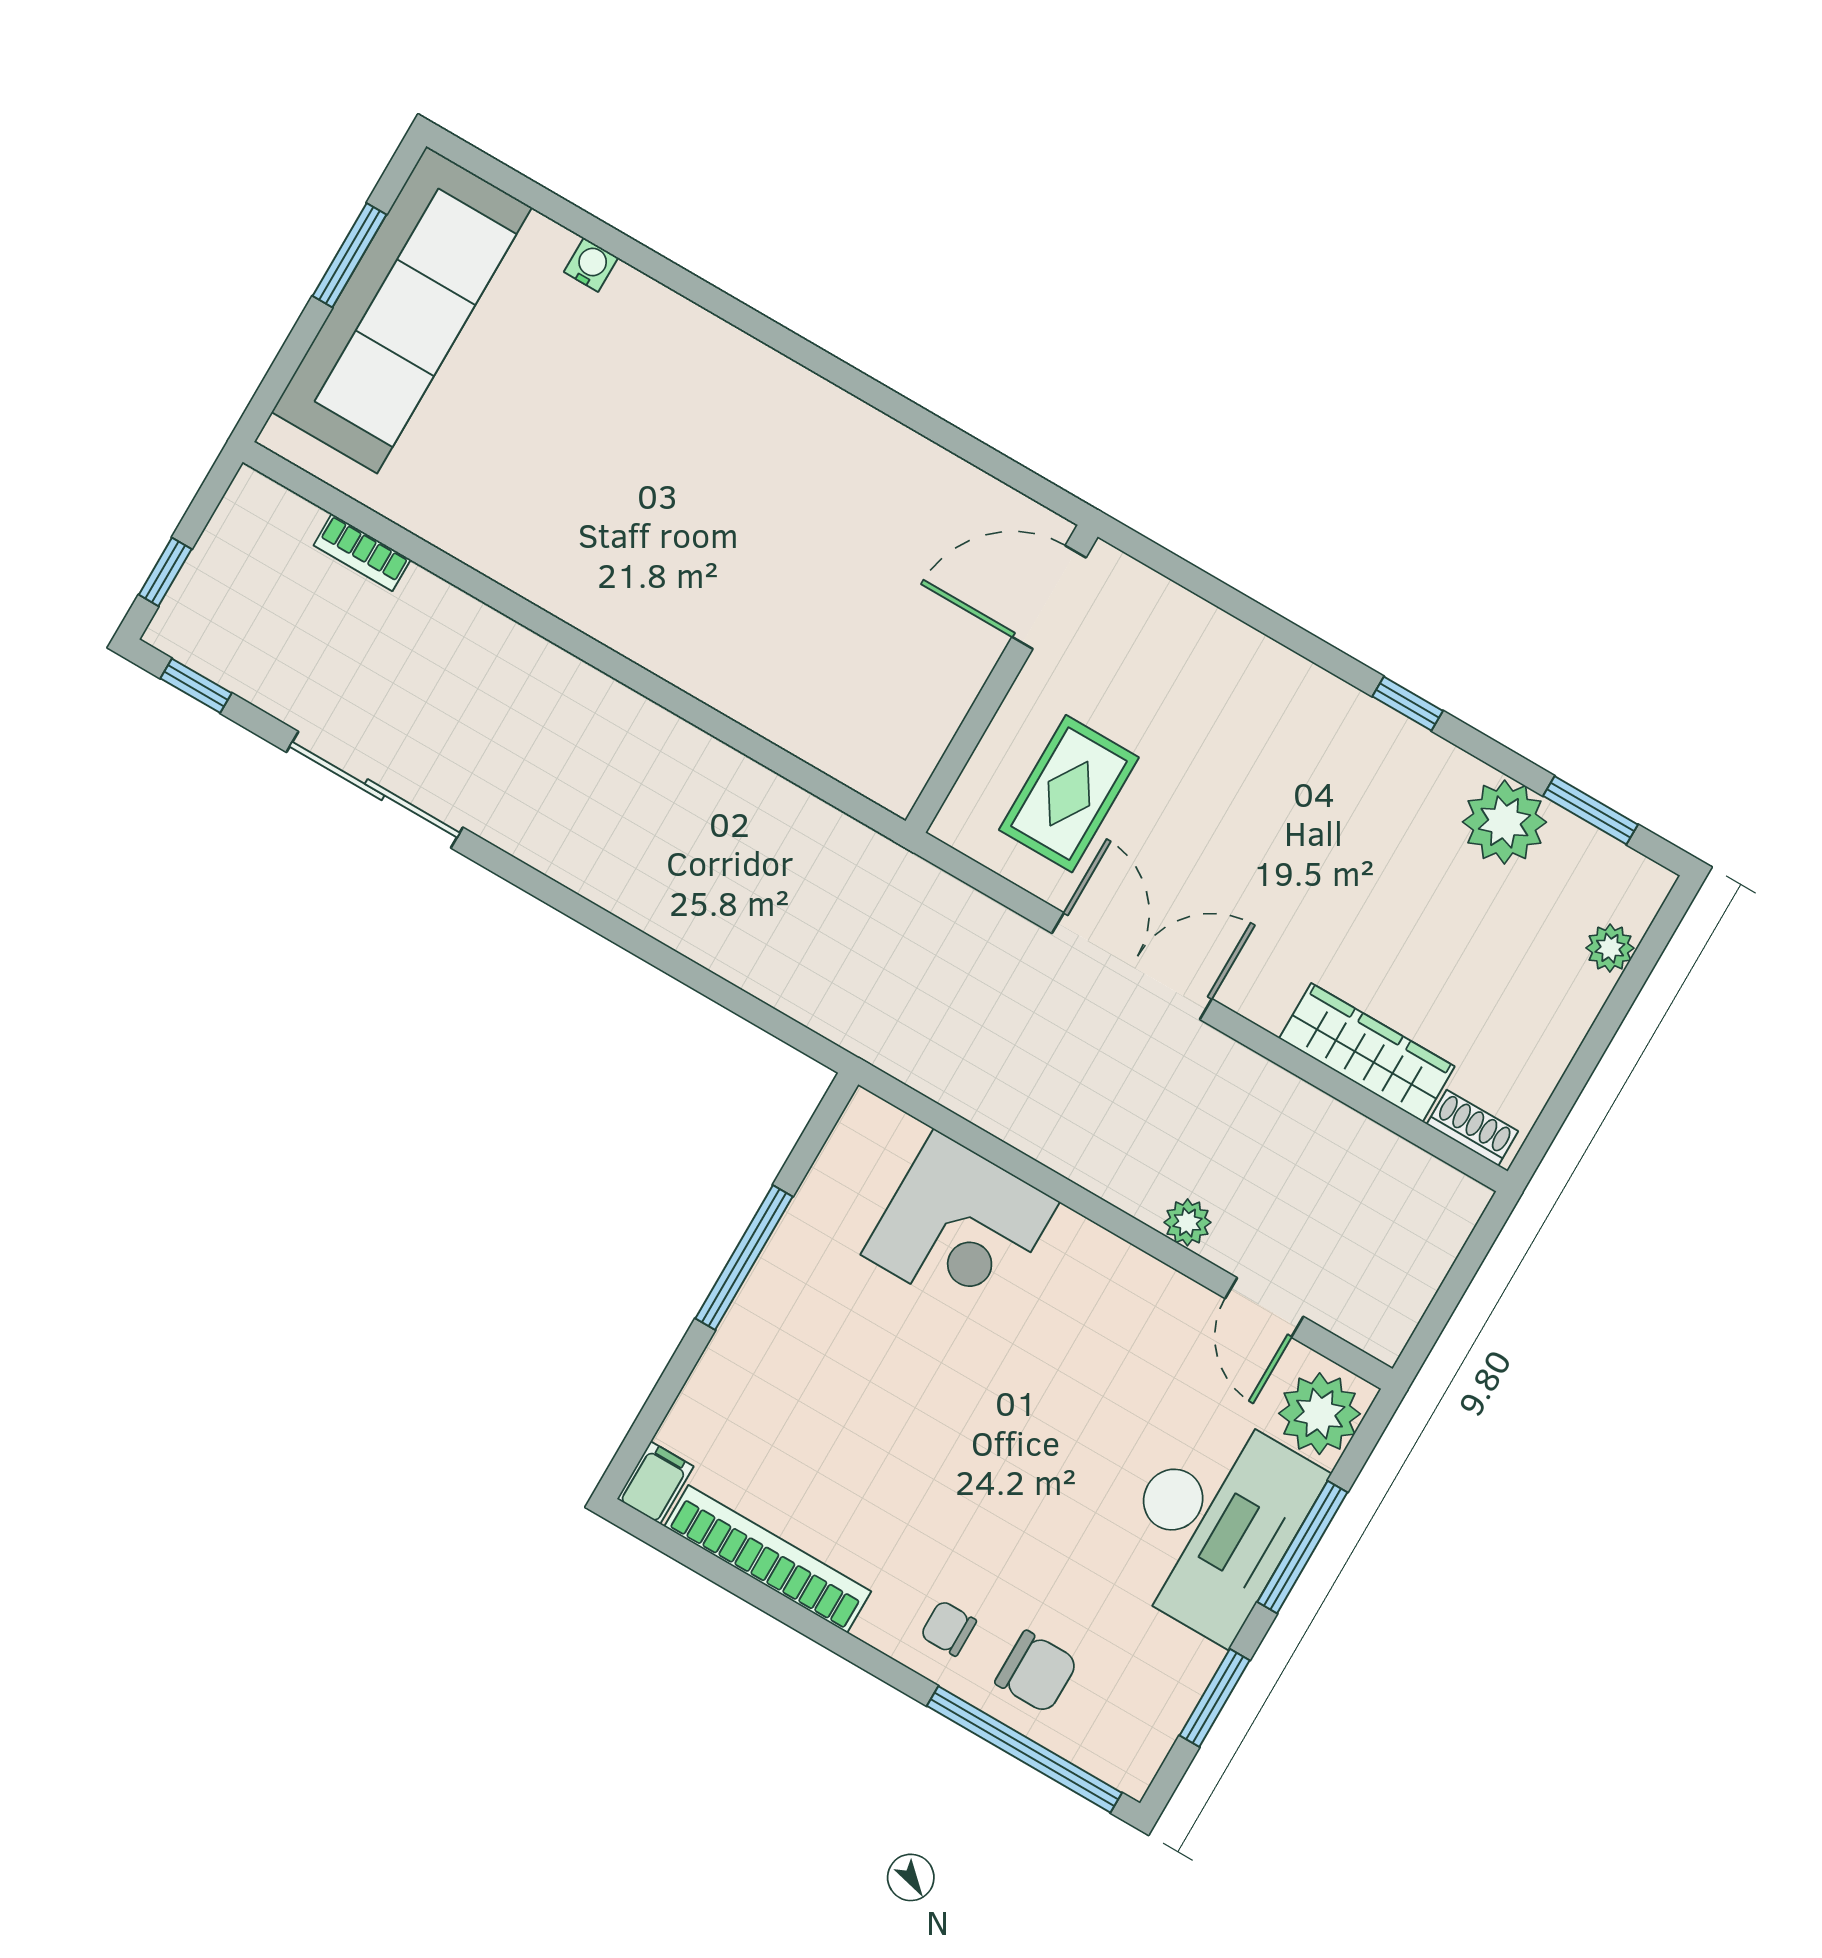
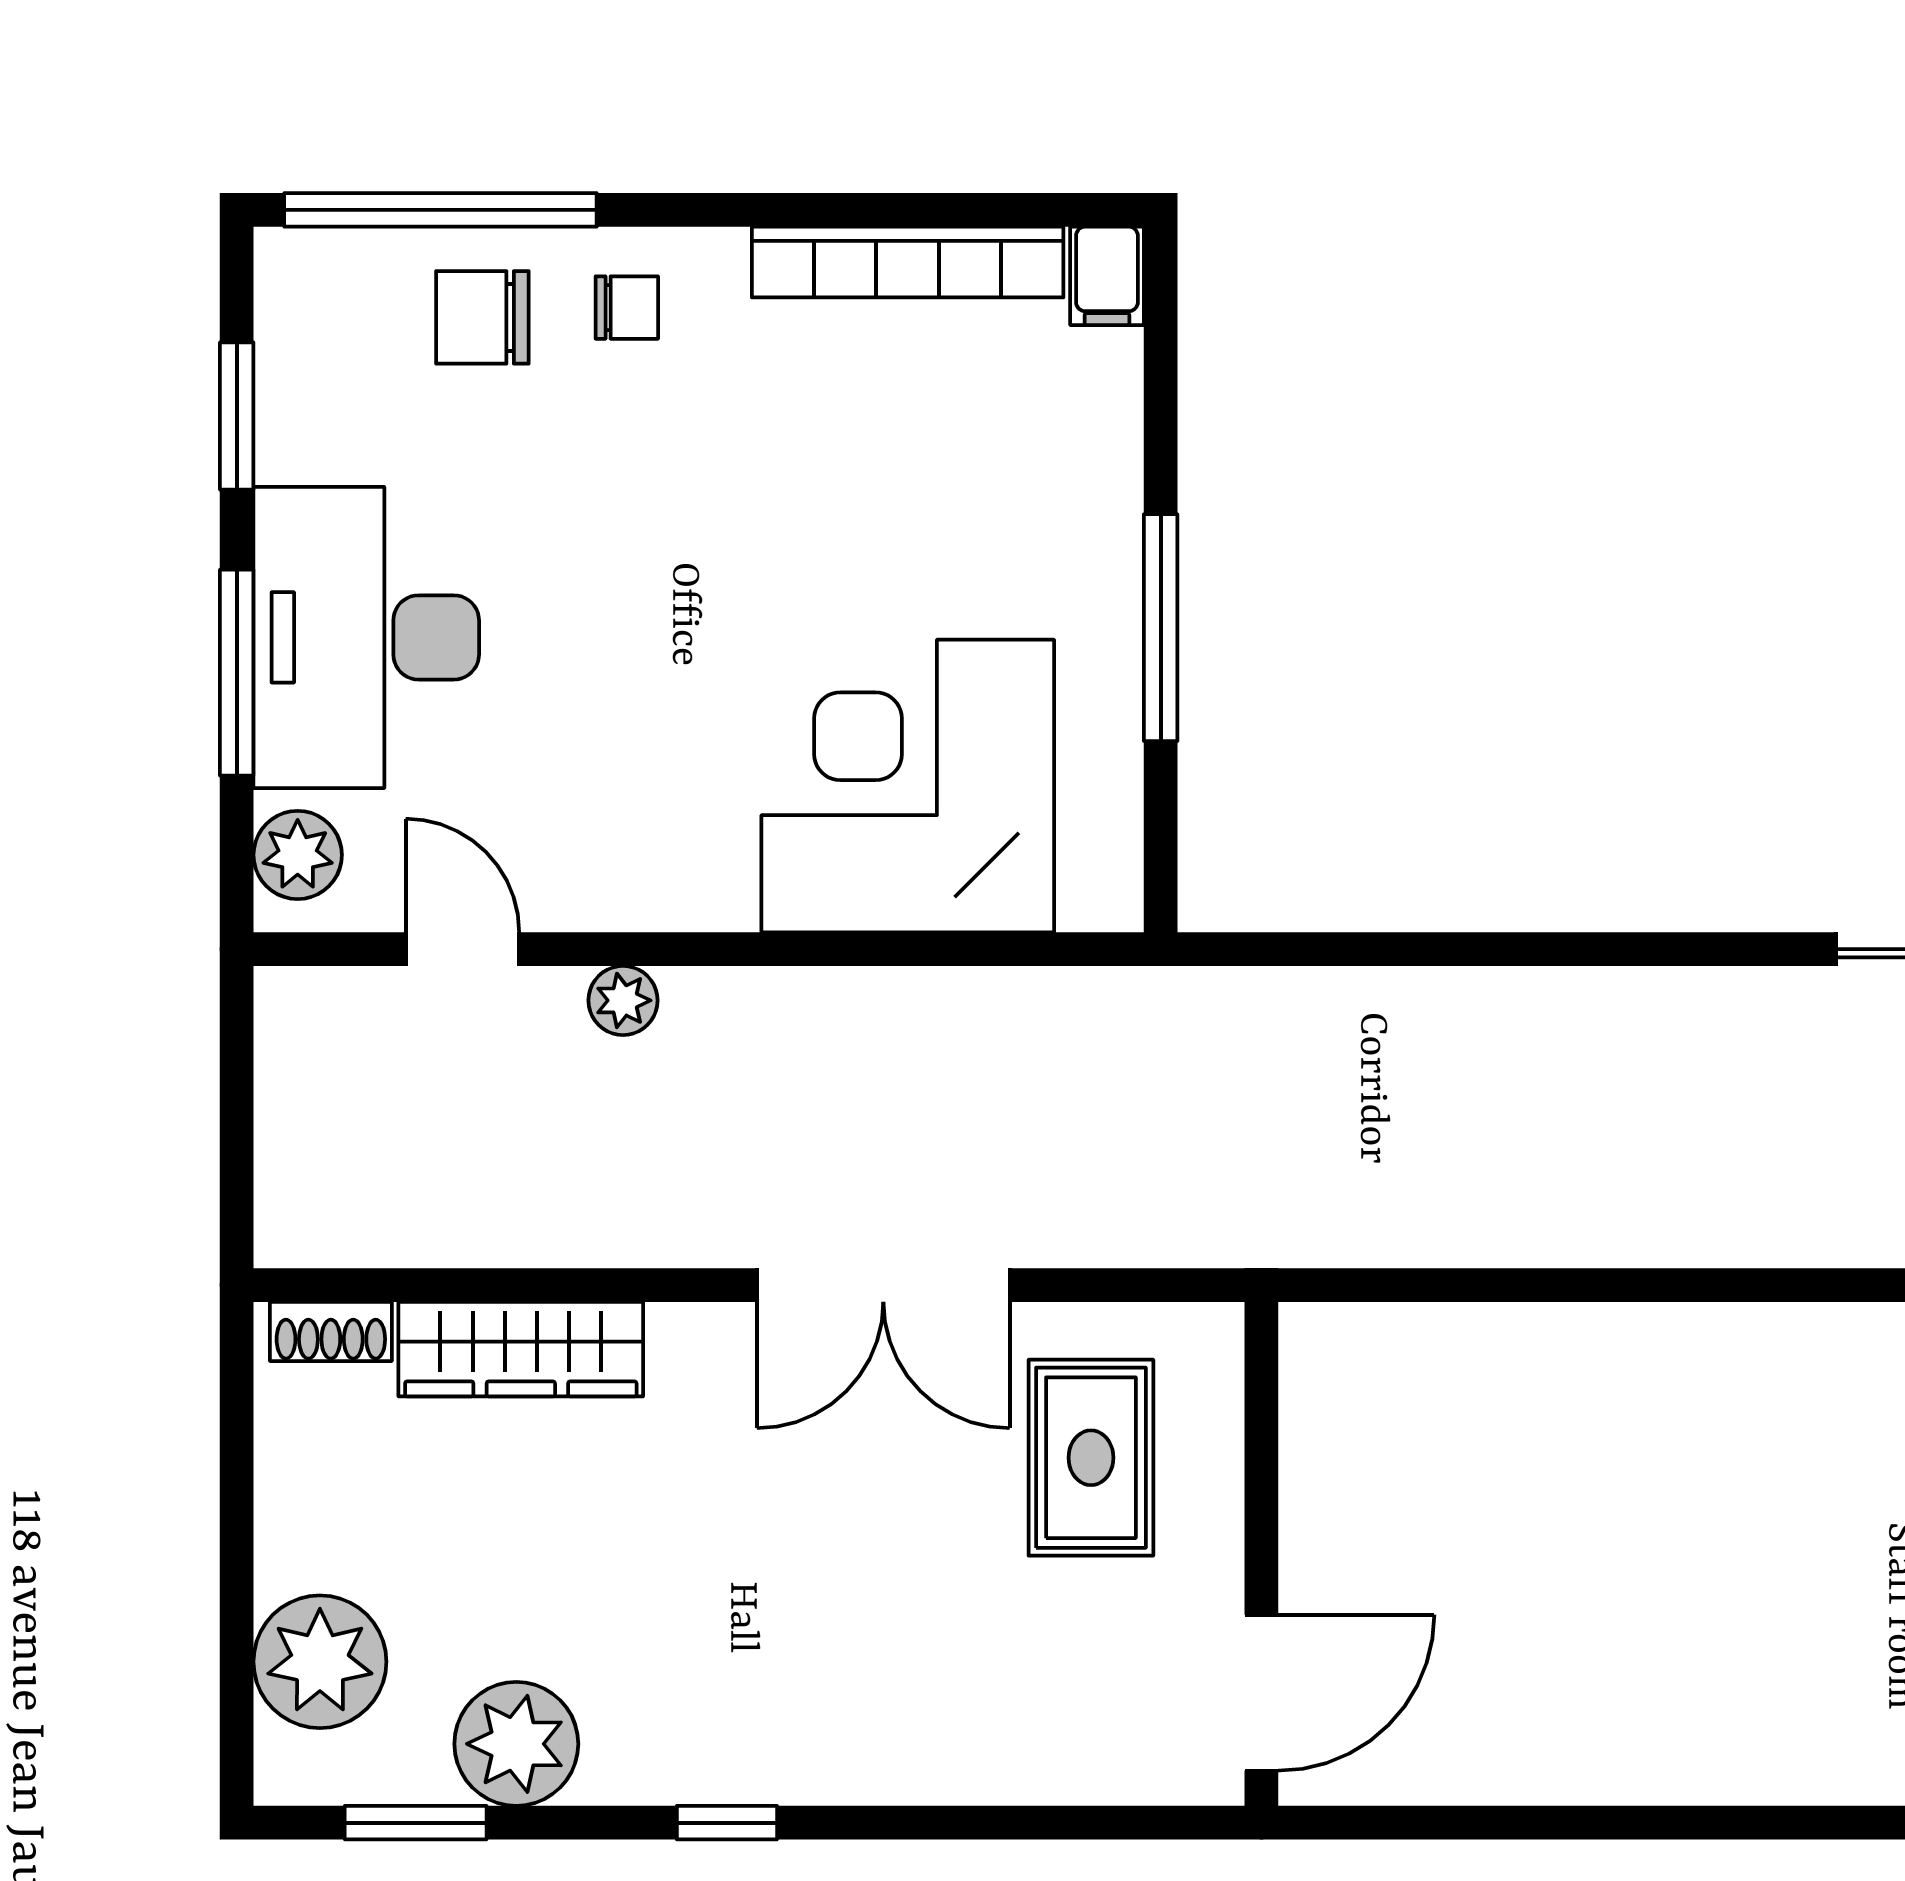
plant: (1610, 948) -> (320, 1662), width x1.88, depth x1.88
corner desk: (960, 1228) -> (908, 786), width x1.36, depth x1.36
plant: (1319, 1414) -> (298, 855), width x0.73, depth x0.73

